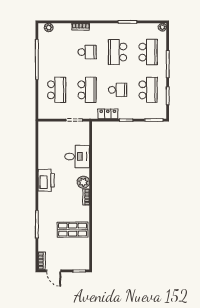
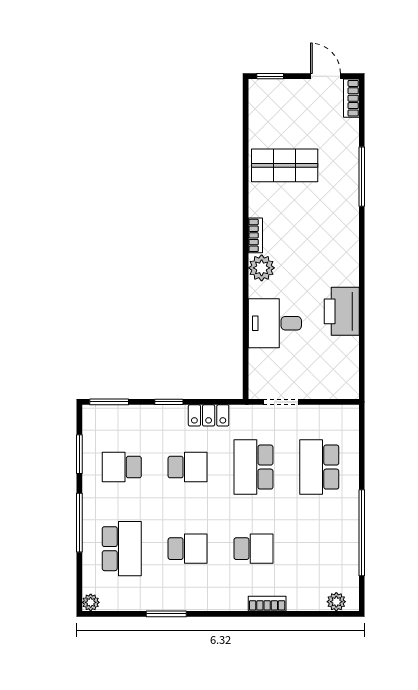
school desk: (87, 52) -> (253, 549), turned 180
school desk: (118, 52) -> (188, 549), width x0.54
school desk: (148, 52) -> (122, 549), turned 180
school desk: (118, 90) -> (188, 467), turned 180
school desk: (148, 90) -> (122, 467), width x0.54
printer: (46, 180) -> (342, 311), moved

